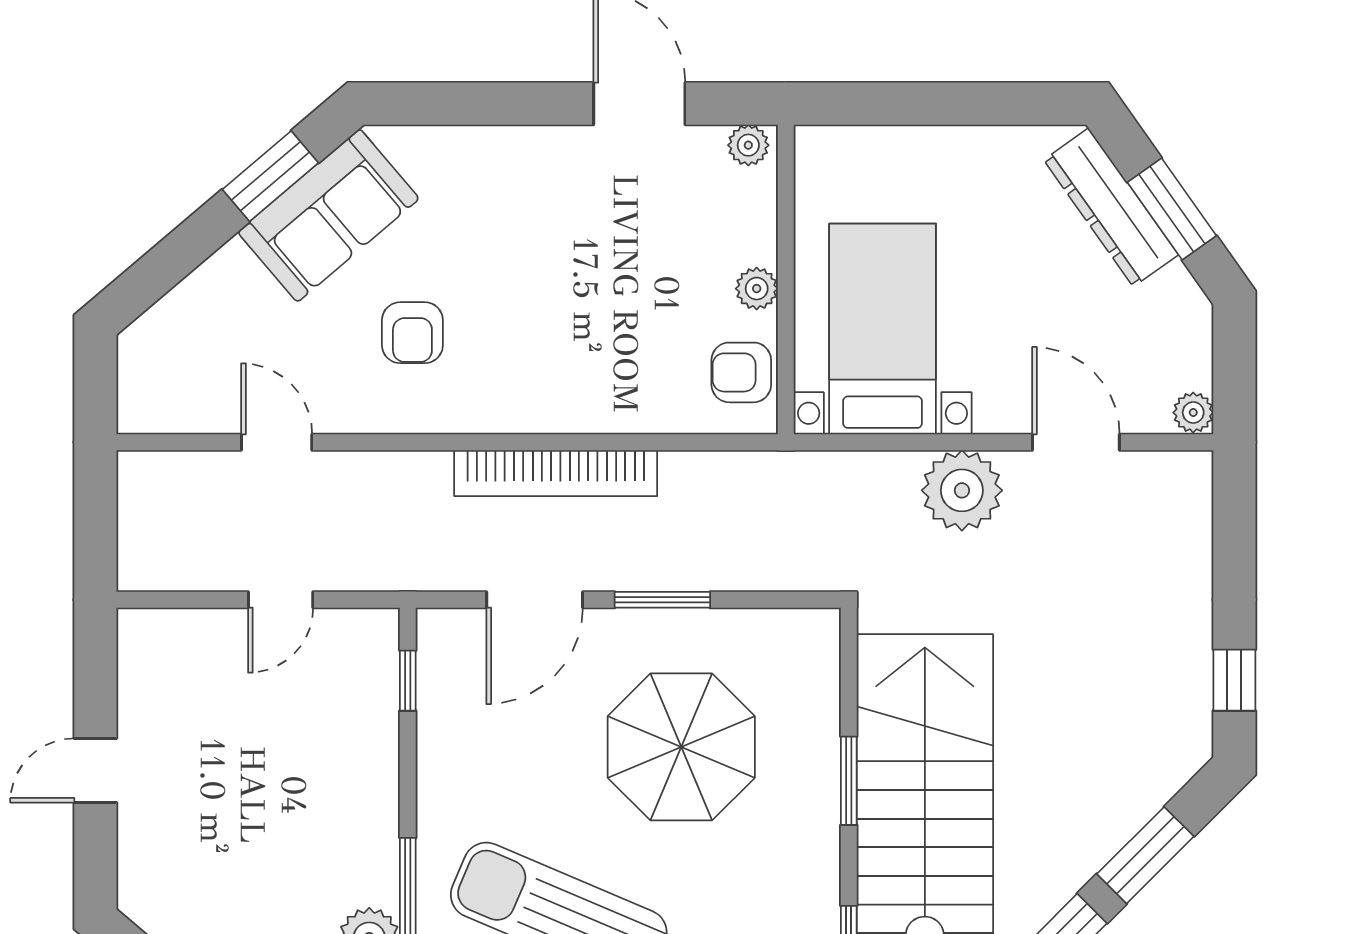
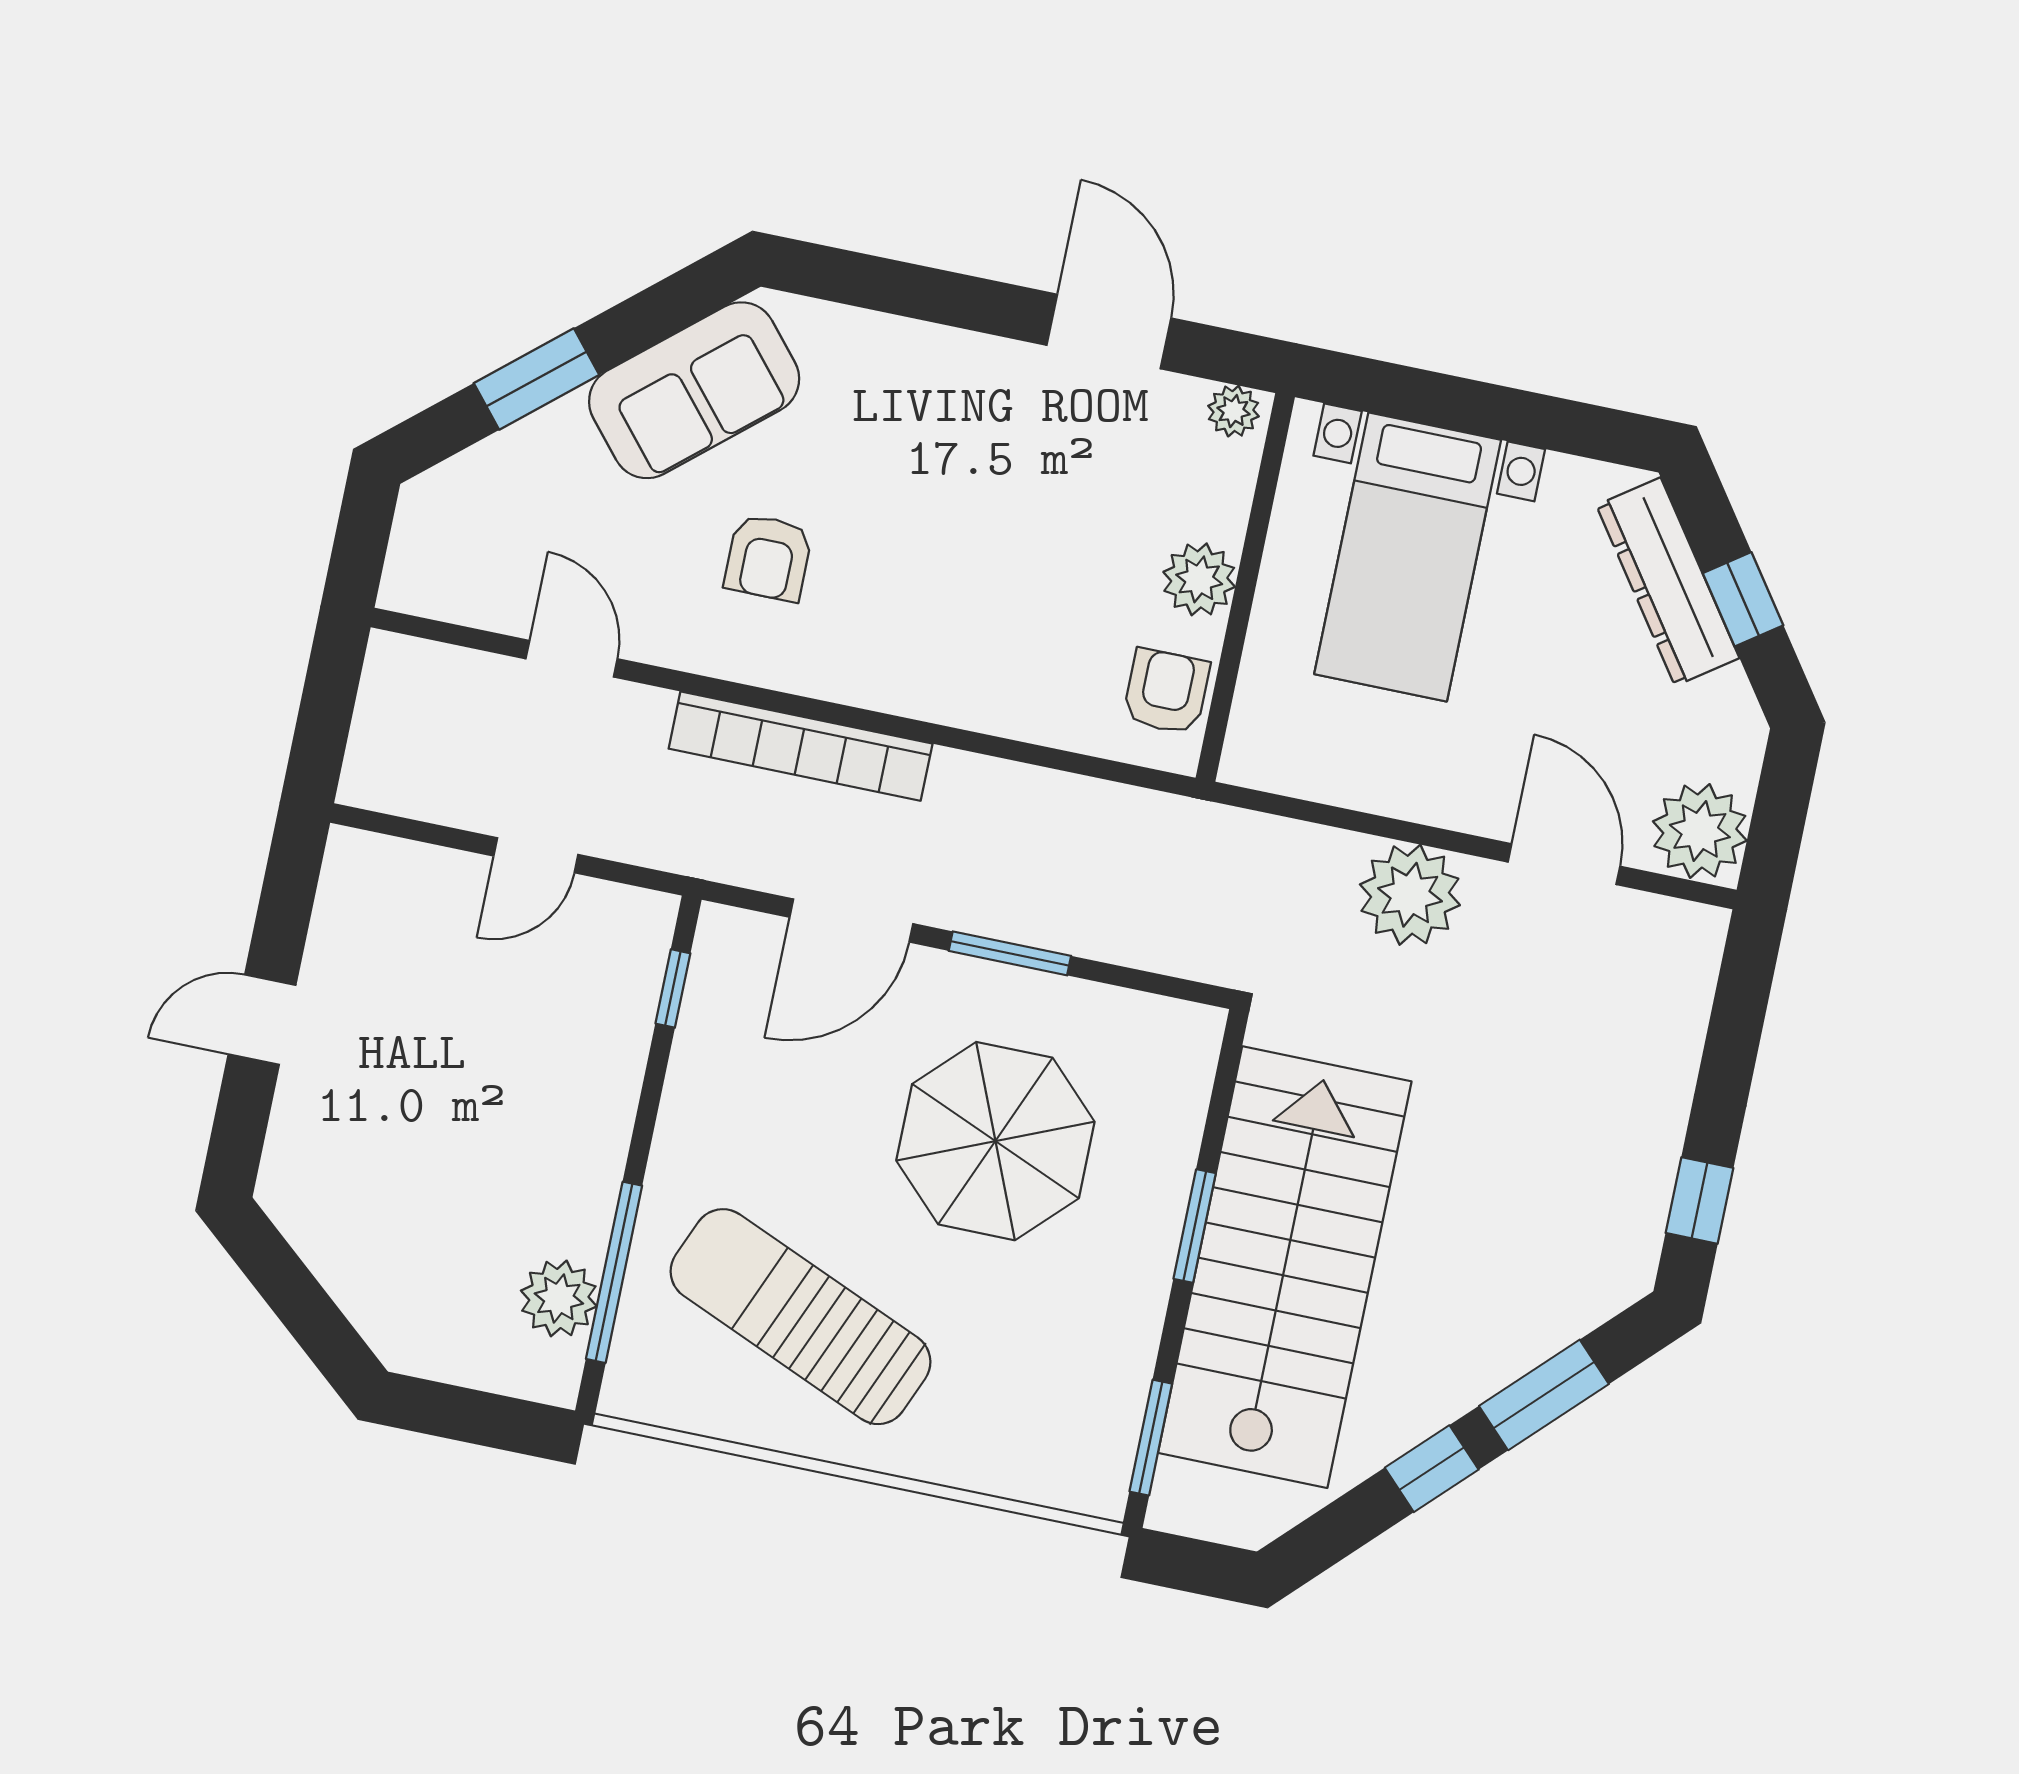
window: (270, 176) -> (536, 379), moved
window: (1172, 209) -> (1743, 599), width x0.67
plant: (757, 289) -> (1199, 579), width x1.38, depth x1.38
bed with nightstands: (883, 329) -> (1408, 557), moved, turned 180
armchair: (741, 372) -> (1166, 691), turned 90
plant: (1193, 413) -> (1700, 831), width x1.88, depth x1.88
bookcase: (556, 473) -> (801, 746), moved

